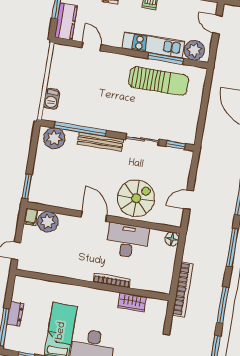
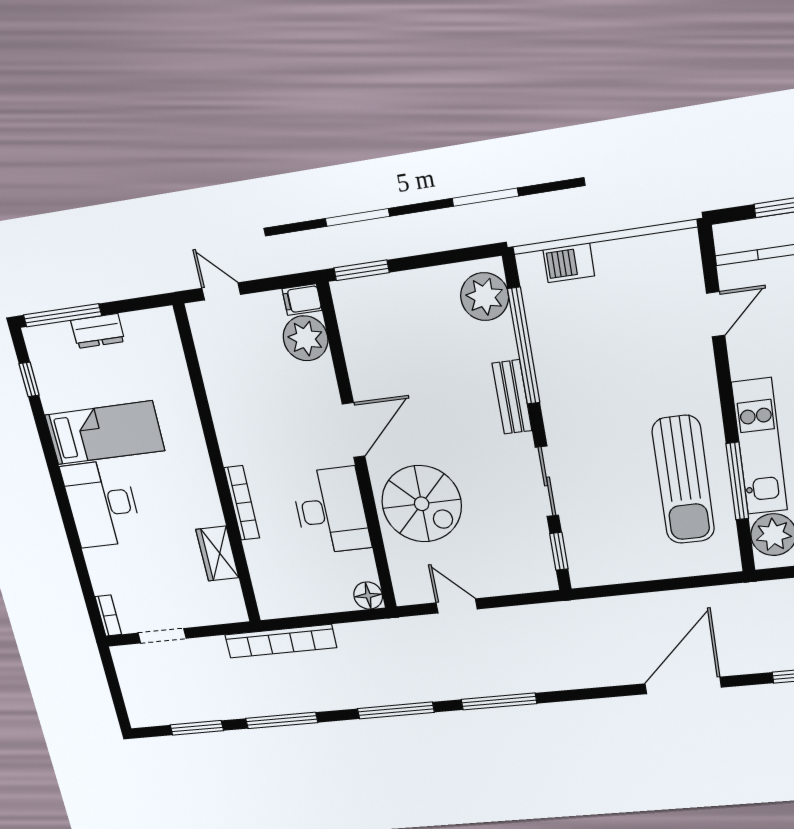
bench: (100, 142) -> (512, 397), width x0.73

